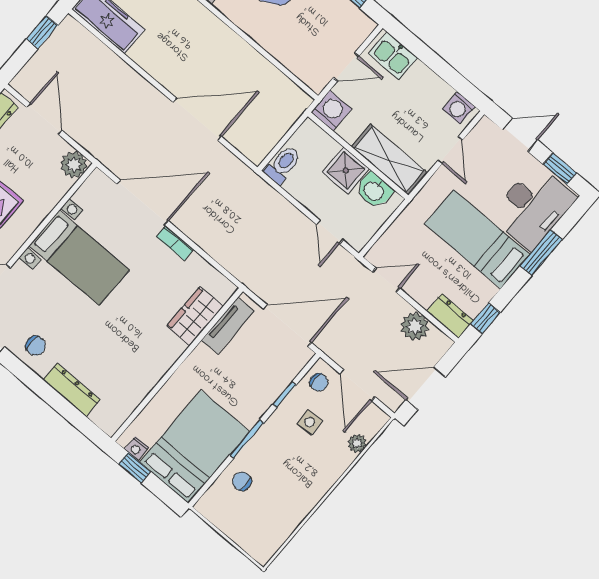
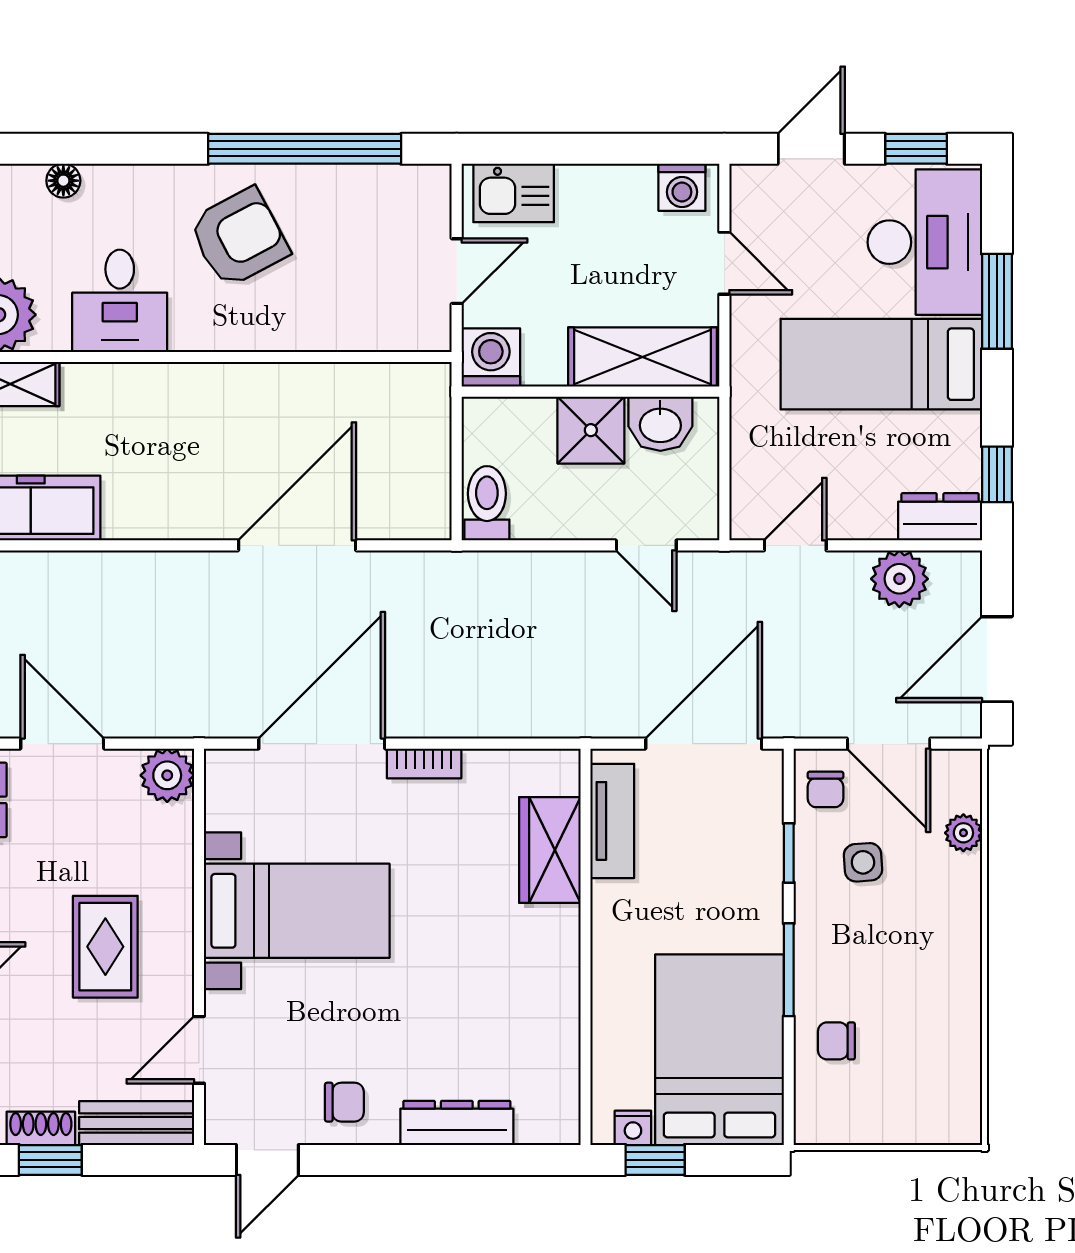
chair: (319, 382) -> (825, 789), turned 90

